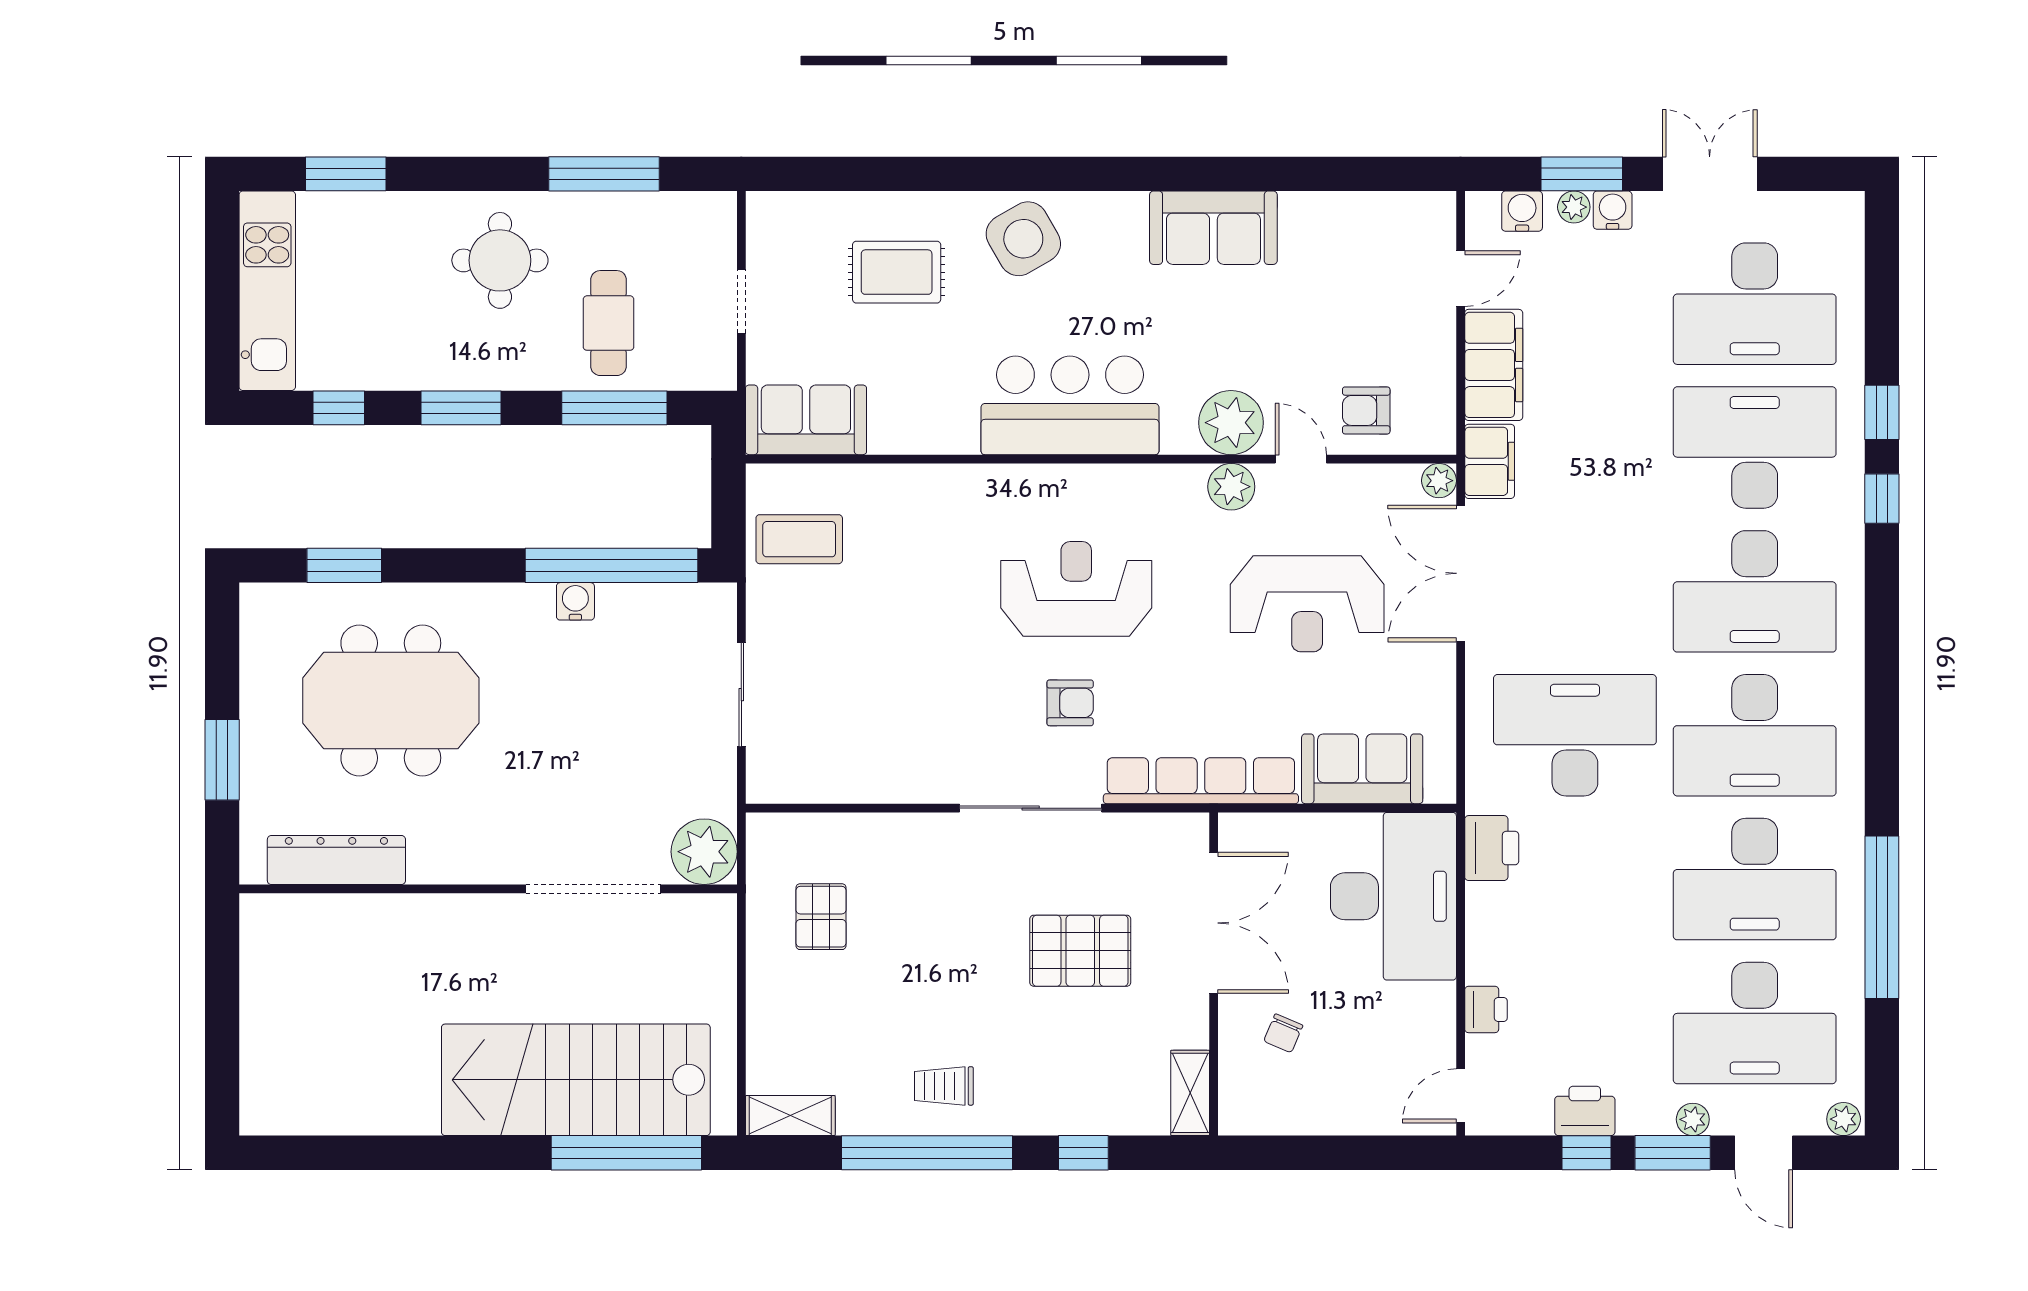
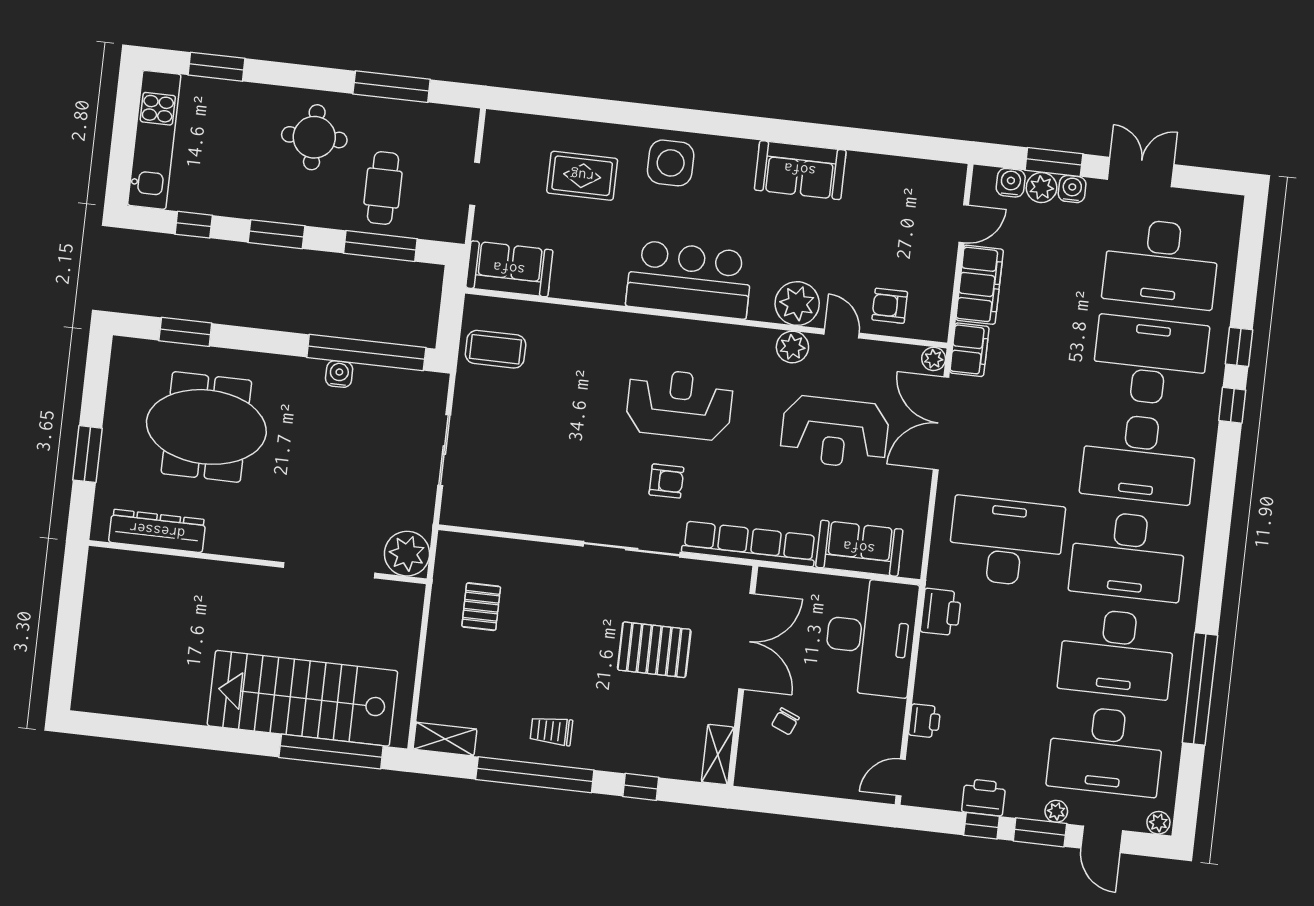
plant: (1574, 207) -> (1042, 188), width x1.38, depth x1.38
side table: (1023, 239) -> (671, 163), turned 30

